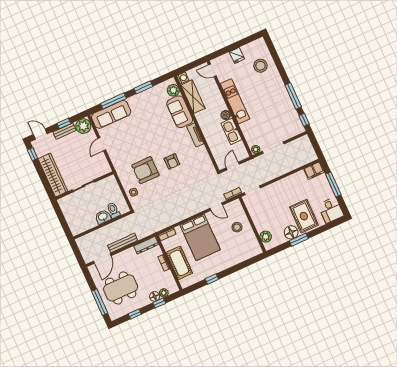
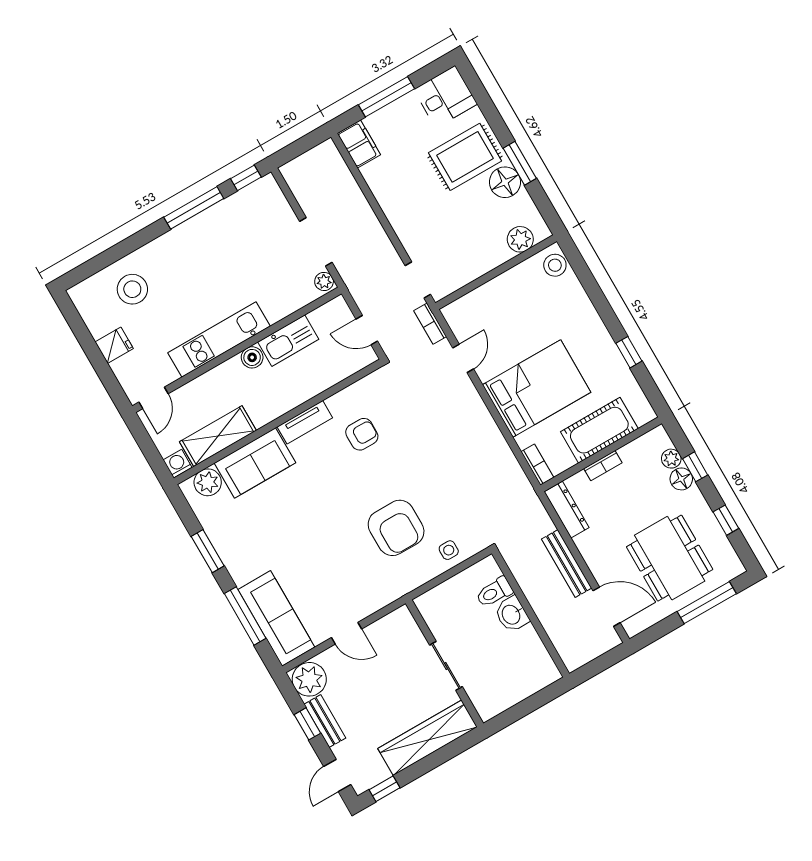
armchair: (172, 161) -> (362, 434), moved
stool: (237, 227) -> (555, 265), moved

